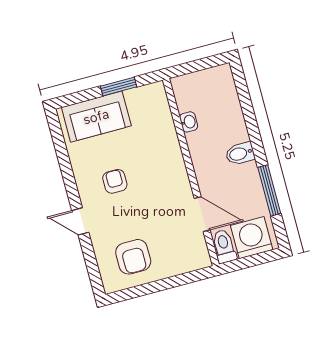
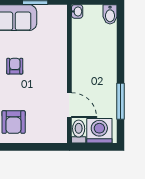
washbasin: (189, 122) -> (77, 11), moved
bidet: (240, 154) -> (110, 14), moved, turned -90

